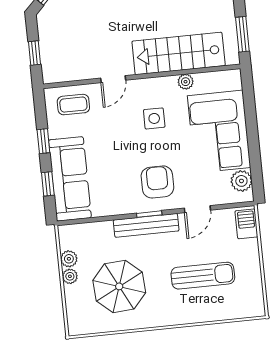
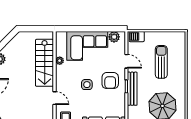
window: (242, 34) -> (38, 29), removed
side table: (154, 118) -> (87, 85), moved
armchair: (157, 182) -> (110, 81), turned -90

